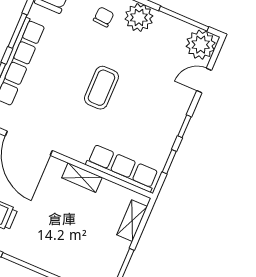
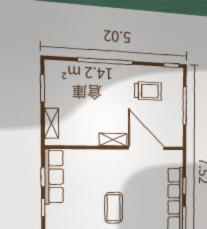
row of seats: (122, 168) -> (54, 177), moved, turned -90
shelving: (82, 178) -> (113, 140), moved

